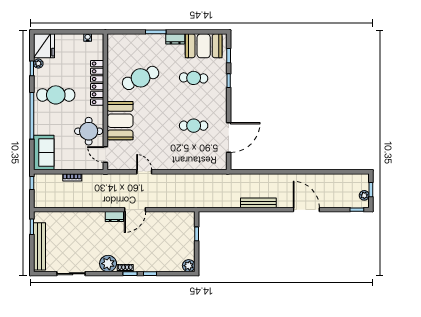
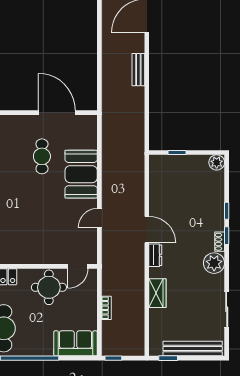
booth: (120, 121) -> (81, 174), moved, turned 90
bench: (258, 203) -> (138, 70), width x0.73
wardrobe: (84, 218) -> (157, 293), added

